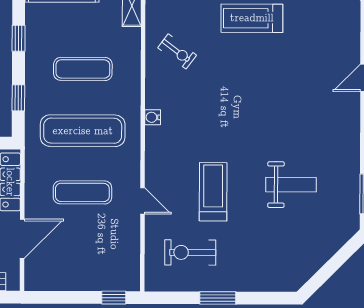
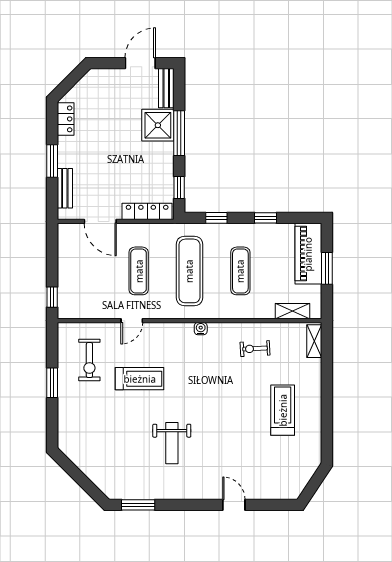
exercise bike: (177, 51) -> (255, 349), turned 50
weight bench: (291, 185) -> (172, 443), moved
exercise bike: (190, 252) -> (89, 360), turned 180

